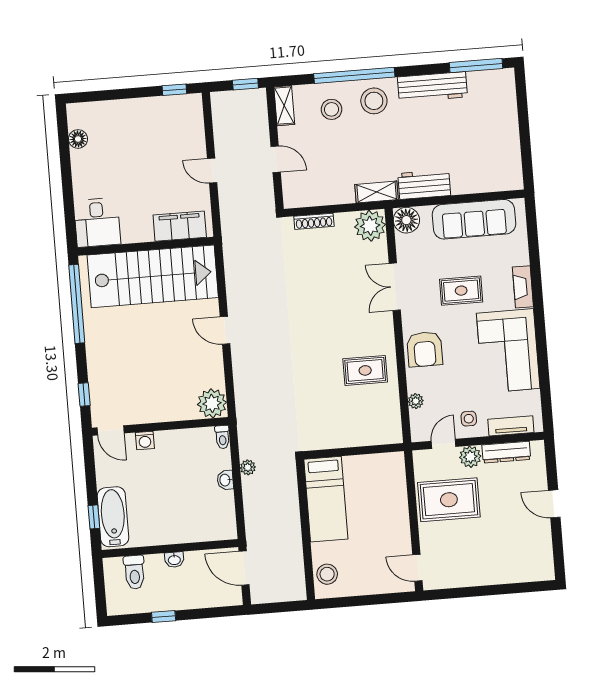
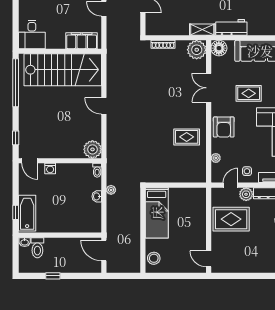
washbasin: (174, 560) -> (25, 242), moved

